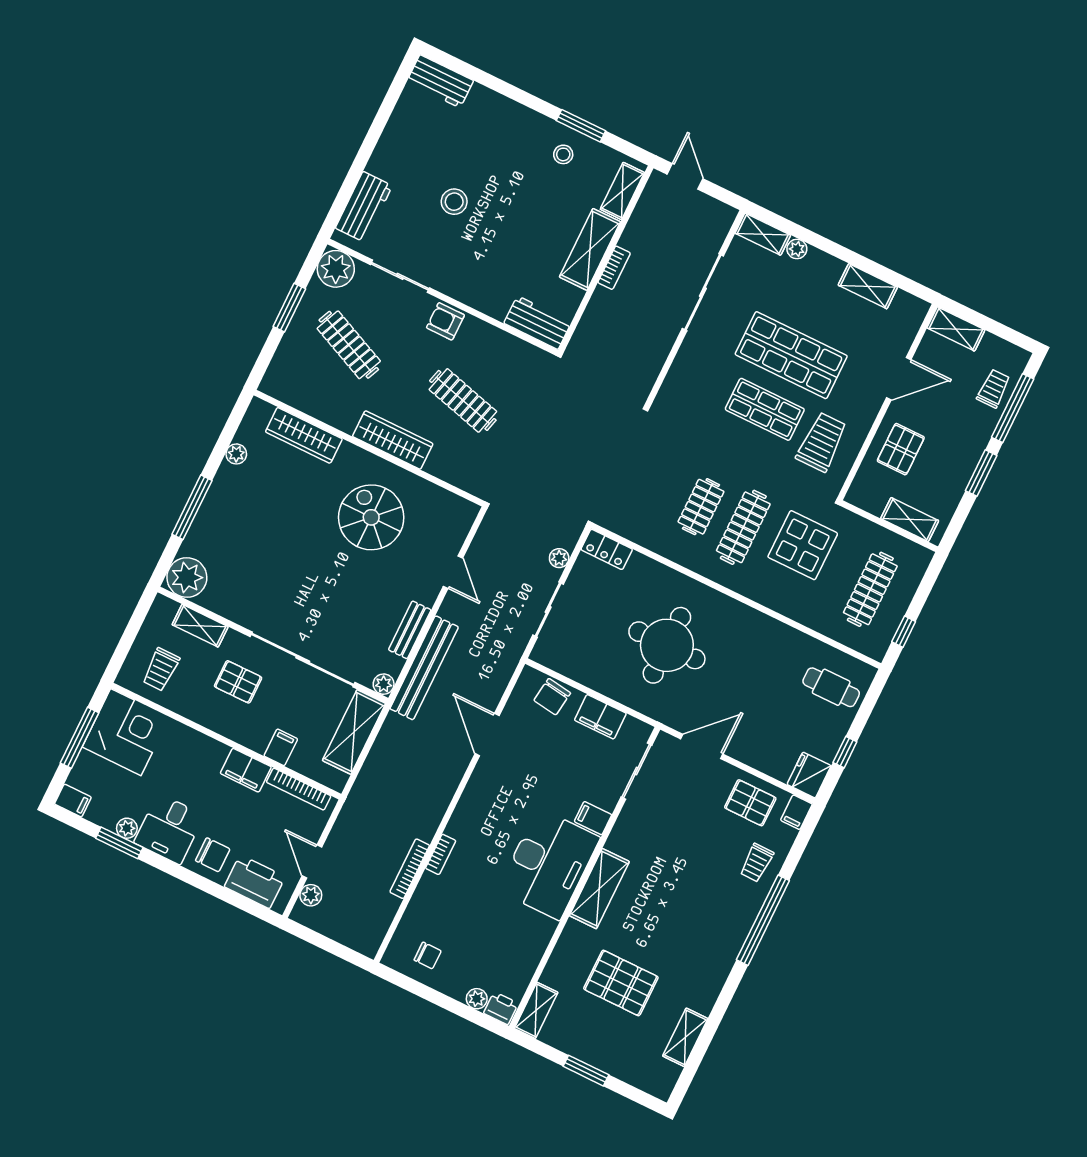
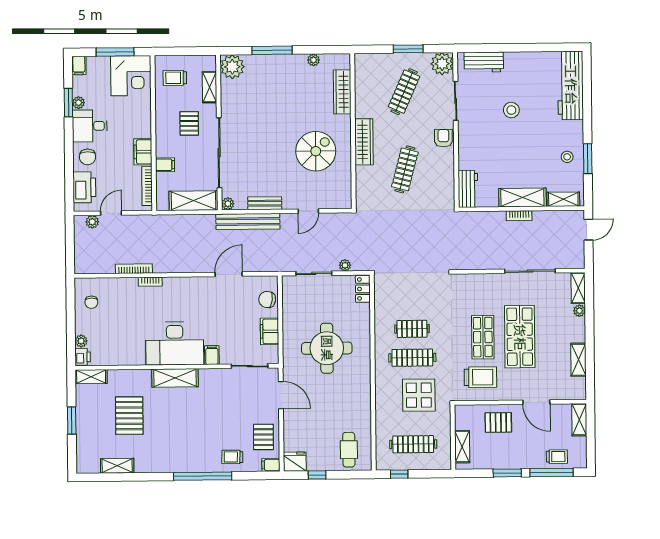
workbench: (440, 81) -> (571, 85), width x1.88, depth x1.32

